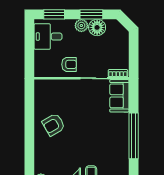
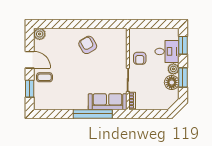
desk: (48, 37) -> (167, 51), moved, turned 90
sofa: (119, 96) -> (108, 102), width x1.36
window: (134, 136) -> (93, 114), moved

